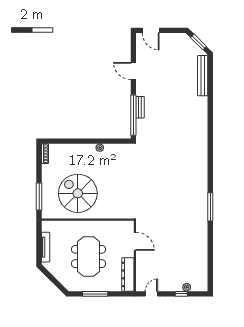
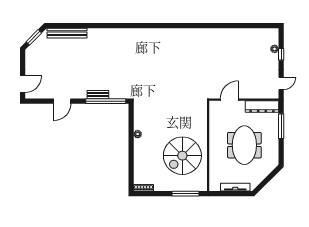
window: (210, 207) -> (196, 26), removed
meeting table: (89, 256) -> (244, 145), turned 90
window: (95, 294) -> (281, 126), moved
door: (151, 294) -> (281, 83), swing flipped

